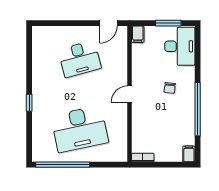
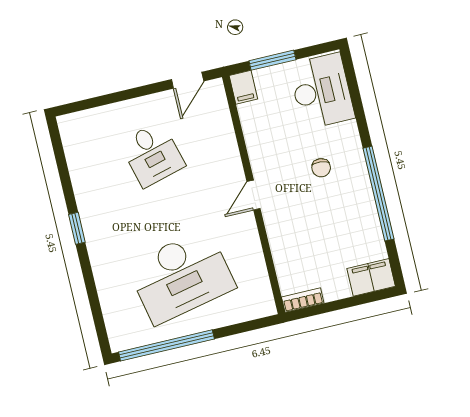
window: (168, 23) -> (272, 60), moved
desk: (80, 59) -> (152, 154), width x0.73
window: (29, 103) -> (77, 228), moved
filing cabinet: (189, 154) -> (371, 277), width x2.00

